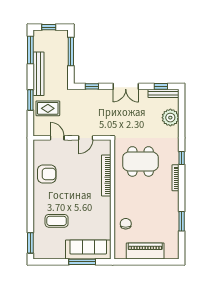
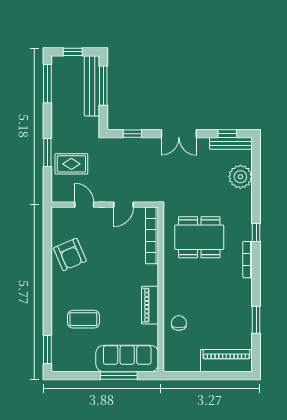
bench: (38, 74) -> (92, 86), moved
armchair: (47, 174) -> (70, 255), turned 67
bookcase: (106, 175) -> (152, 235), moved
piano: (105, 211) -> (150, 305), added
piano: (145, 251) -> (226, 361), moved

